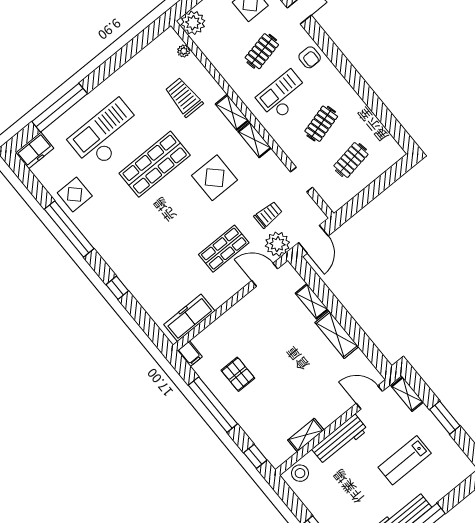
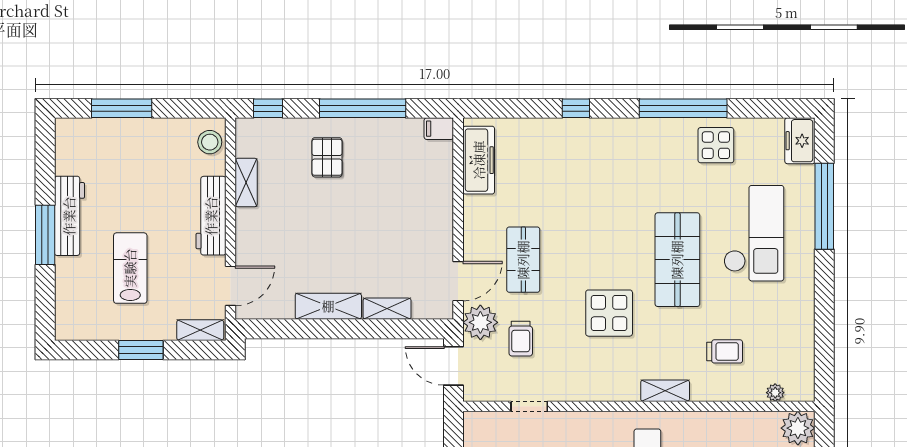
trolley: (184, 97) -> (725, 351), width x0.73, depth x0.72
shelving: (255, 140) -> (615, 391), removed
pallet: (238, 374) -> (327, 157), moved, turned 90

